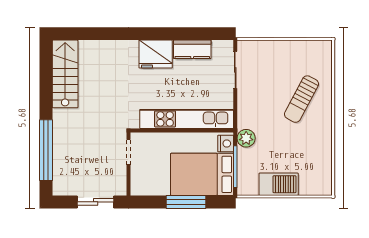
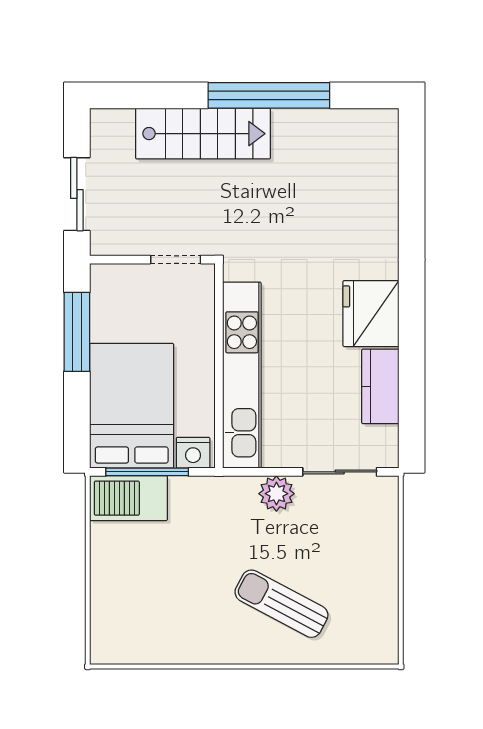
stairs: (65, 74) -> (203, 134), moved
plant: (246, 138) -> (276, 494), moved
window: (46, 150) -> (269, 95), moved
barbecue: (279, 184) -> (128, 498), moved, turned 90
window: (186, 202) -> (77, 332), moved

